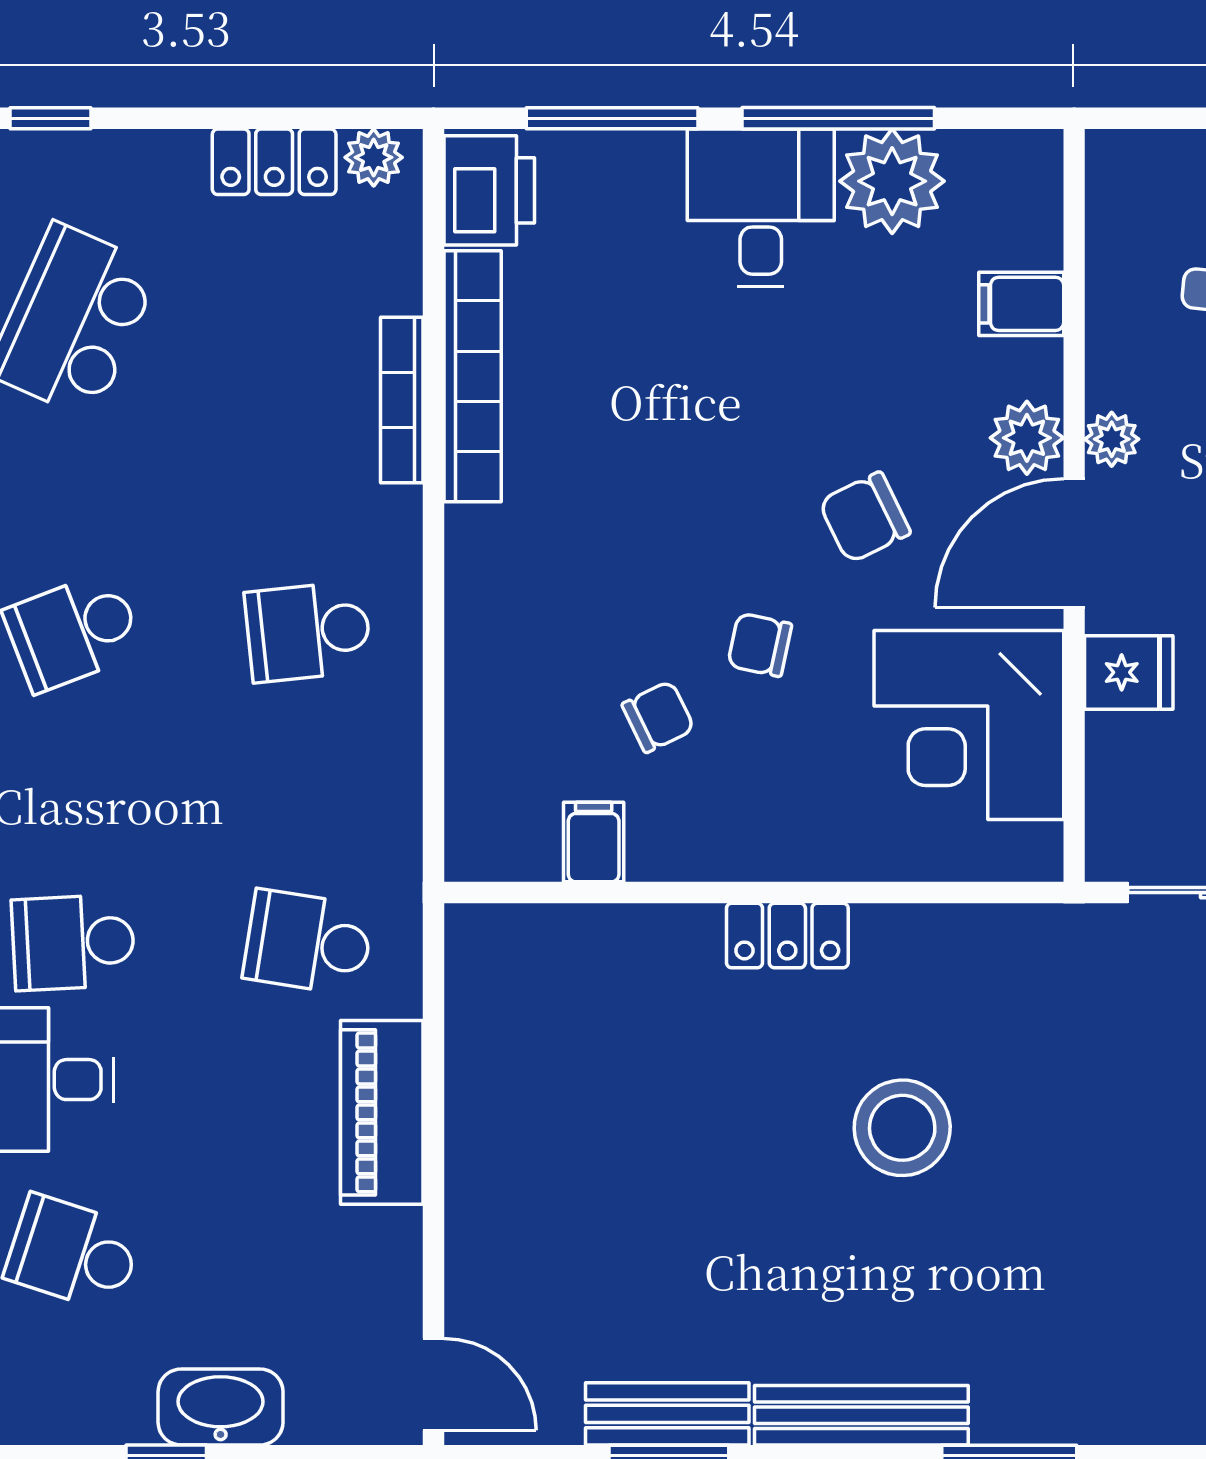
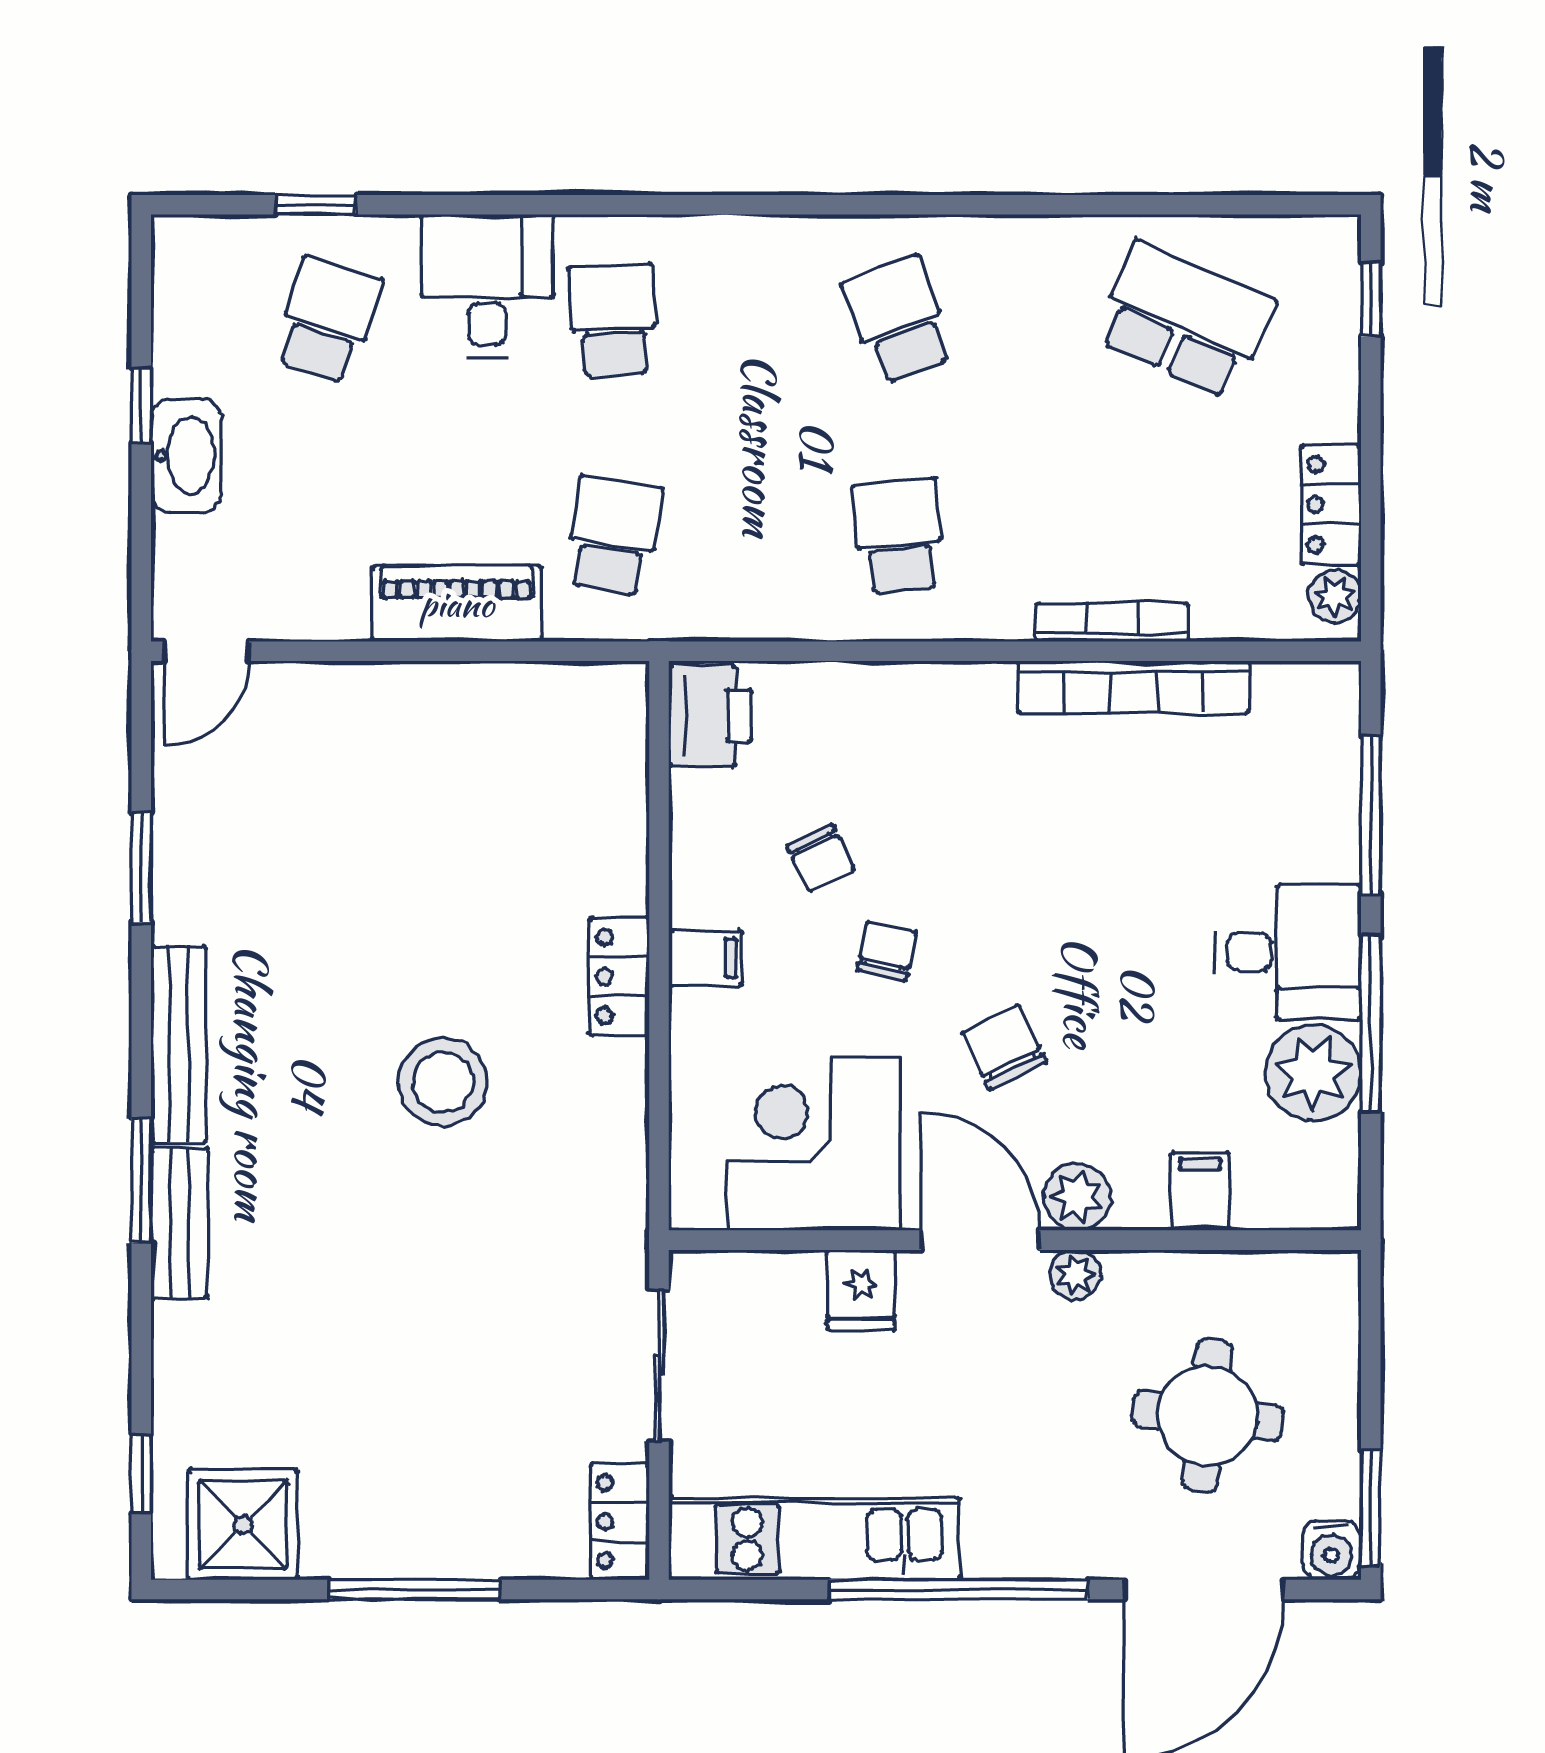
printer: (489, 190) -> (710, 715), moved, turned -90
filing cabinet: (594, 842) -> (705, 958), moved
bench: (667, 1414) -> (180, 1223), moved

